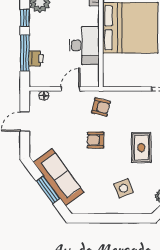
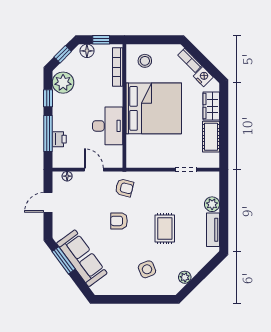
door: (71, 89) -> (94, 170), hinge flipped
window: (48, 190) -> (64, 260), moved

